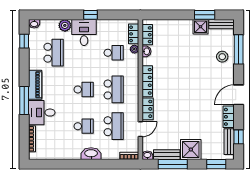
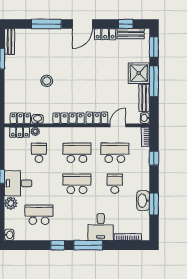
shower: (200, 27) -> (12, 63), removed
window: (24, 41) -> (58, 245), moved
window: (239, 49) -> (46, 24), moved
stool: (222, 57) -> (47, 81), moved
piano: (35, 85) -> (72, 234), removed
school desk: (84, 89) -> (77, 184), width x1.85
door: (239, 95) -> (82, 24), hinge flipped
door: (140, 129) -> (118, 125), hinge flipped
washbasin: (91, 154) -> (143, 201), moved
window: (64, 164) -> (154, 204), added
window: (108, 164) -> (154, 158), added
window: (173, 164) -> (154, 81), moved

